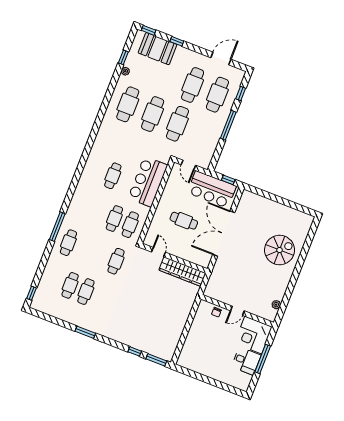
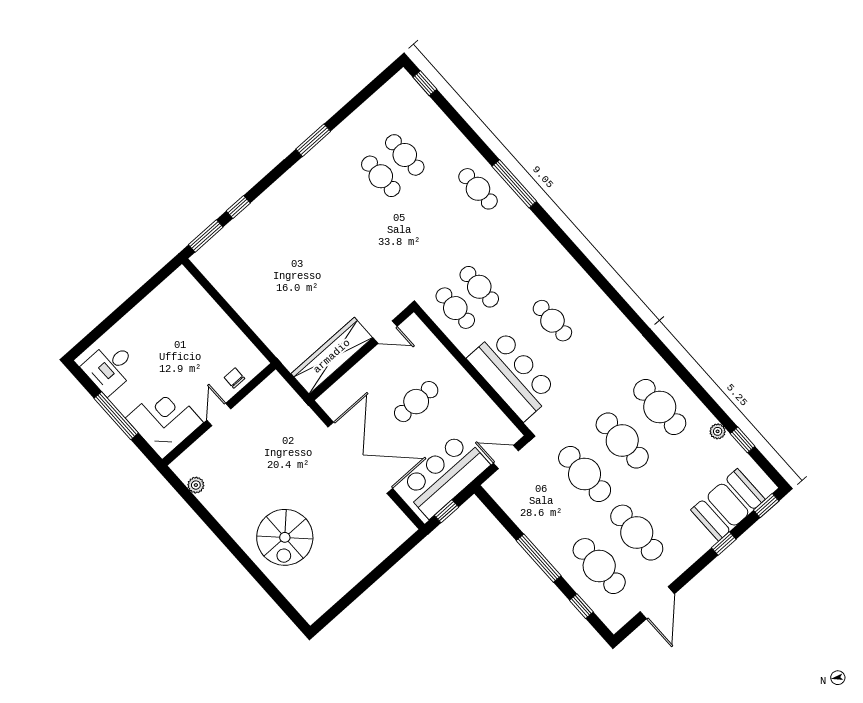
cafe table: (116, 261) -> (406, 253), removed
desk: (246, 361) -> (110, 367), moved

